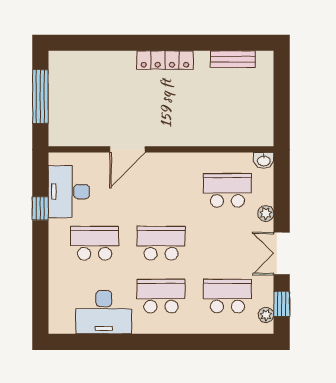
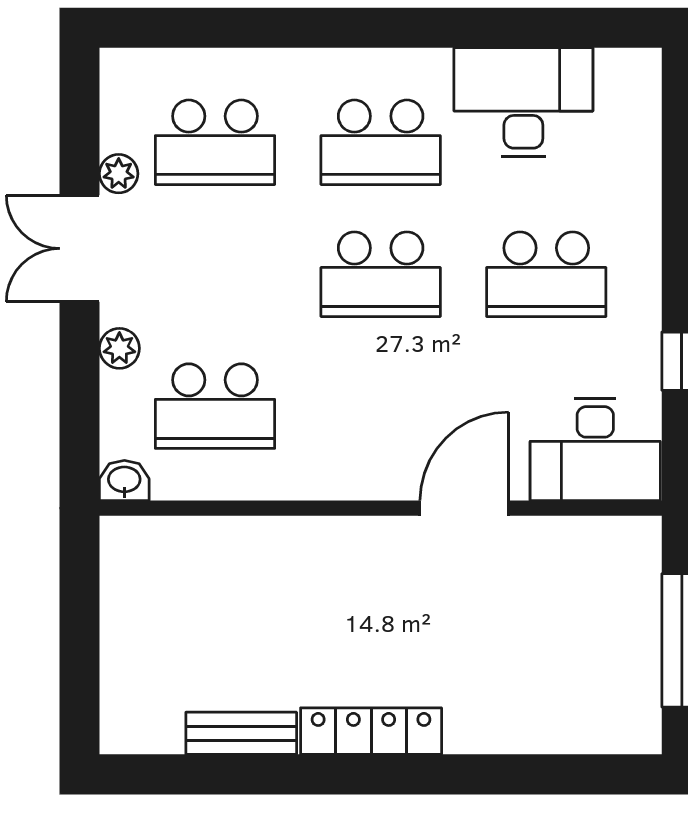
bench: (233, 59) -> (241, 733), moved
desk: (69, 192) -> (595, 450), moved, turned 90
double door: (282, 254) -> (80, 248), swing flipped
window: (282, 304) -> (80, 123), removed
plant: (266, 315) -> (119, 174), moved

